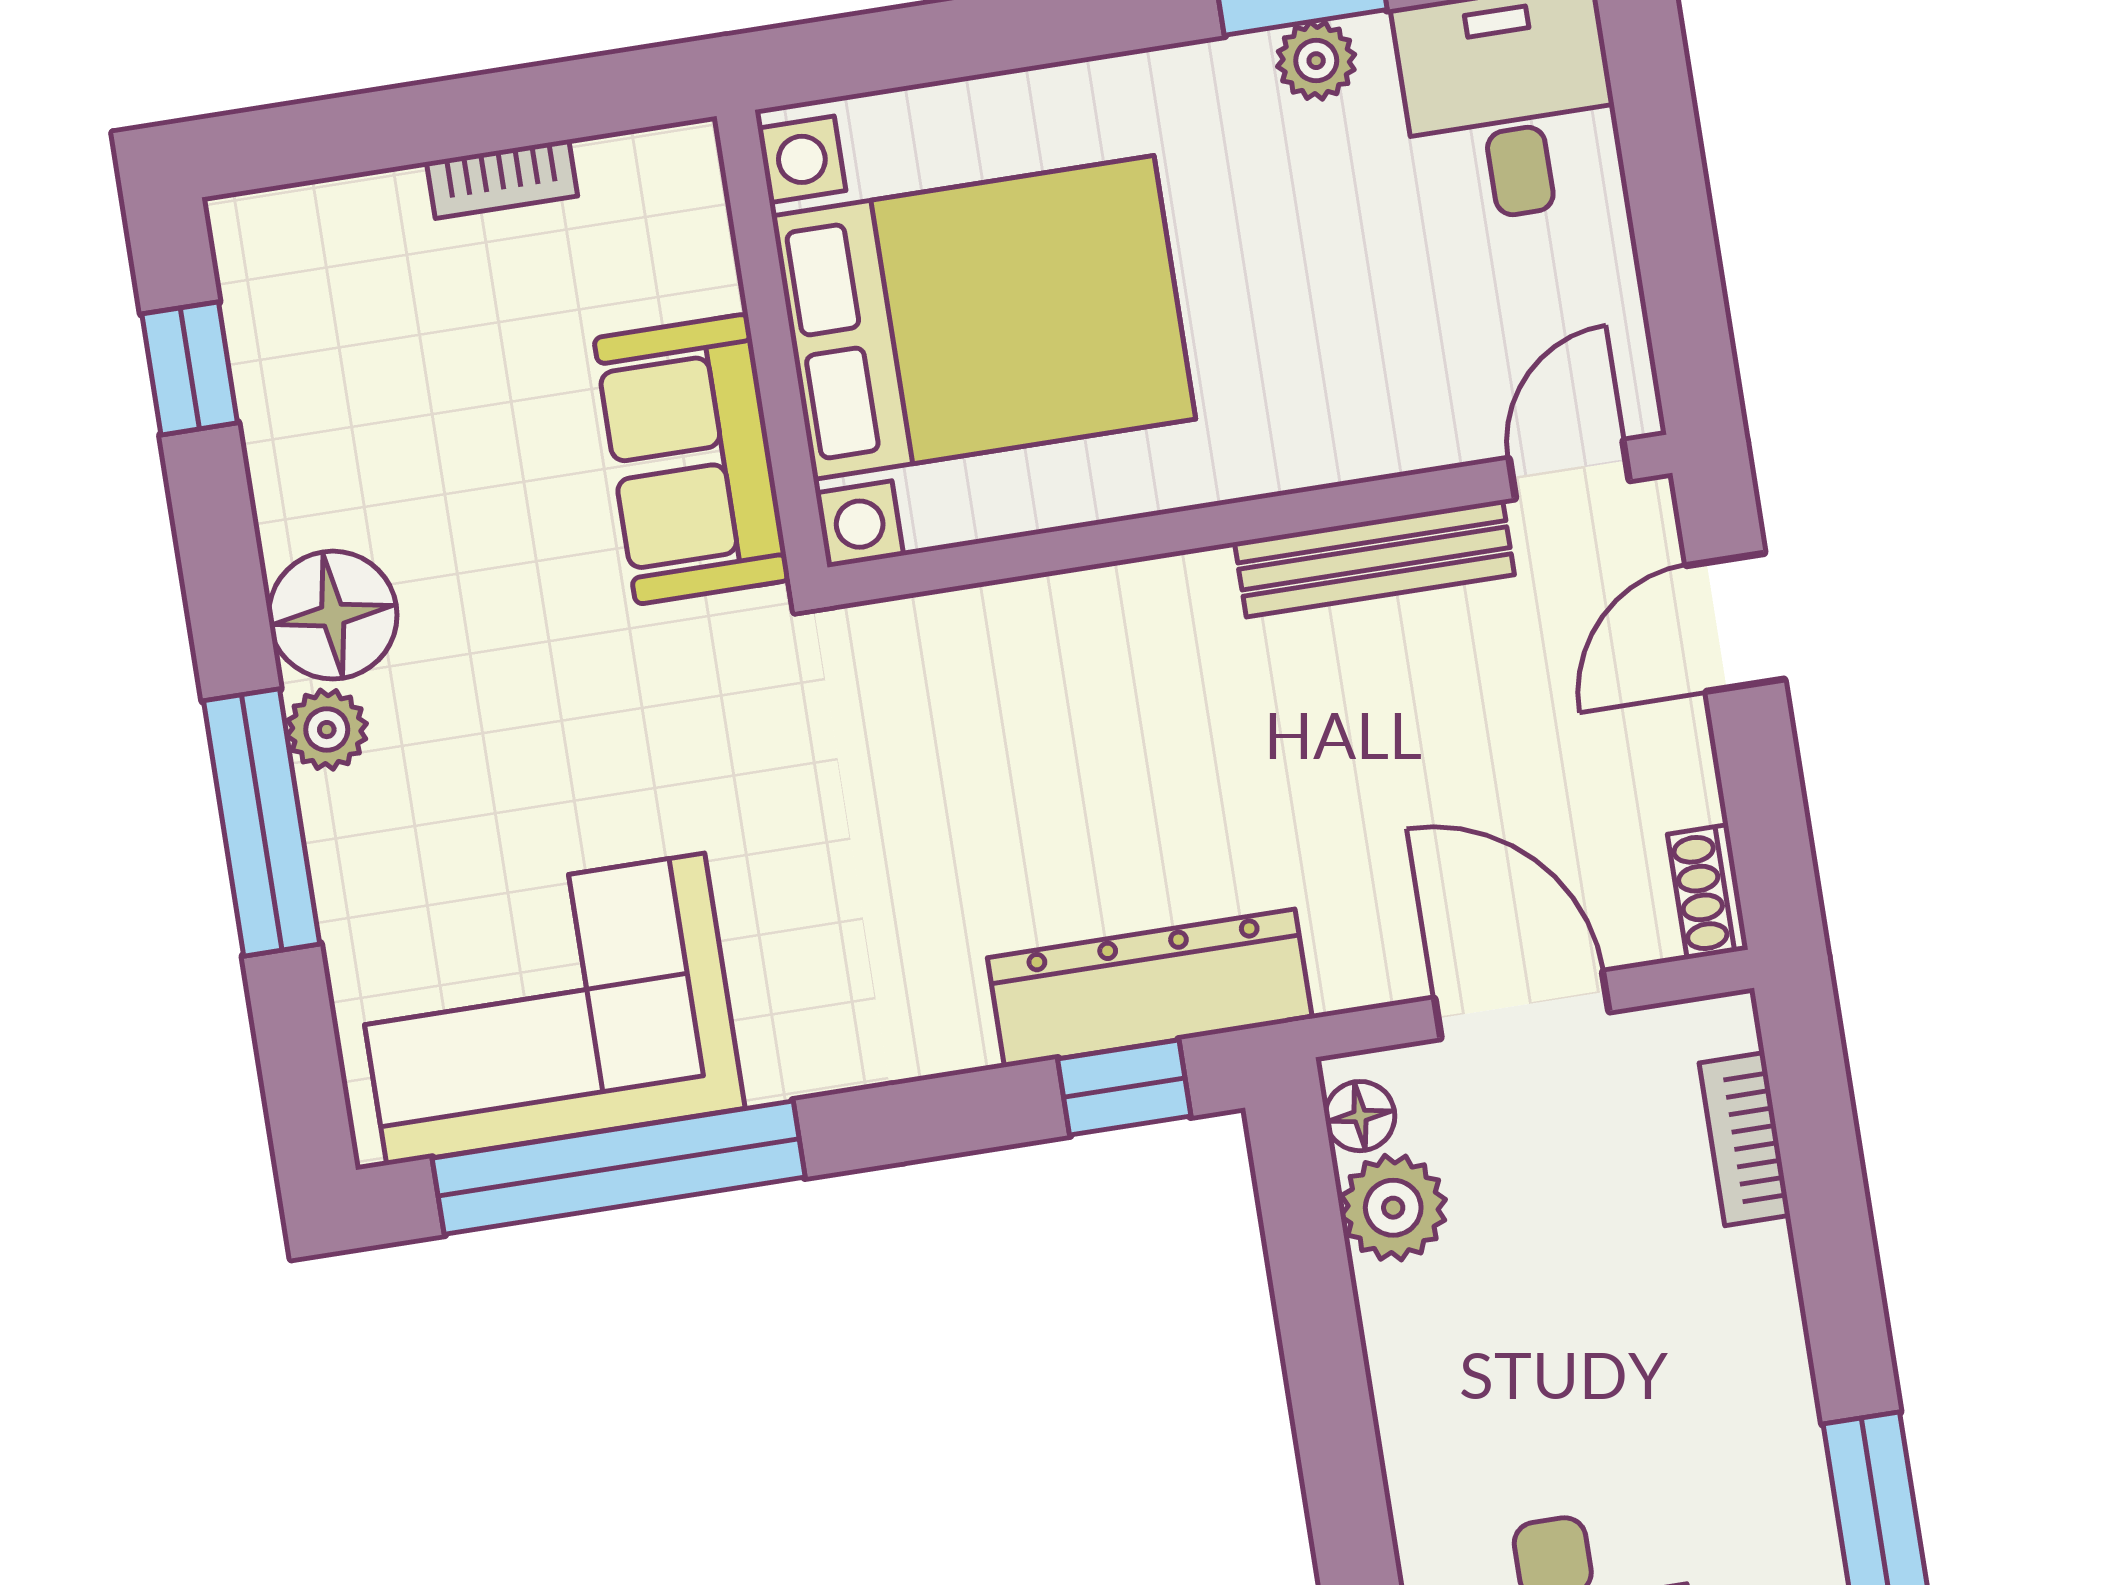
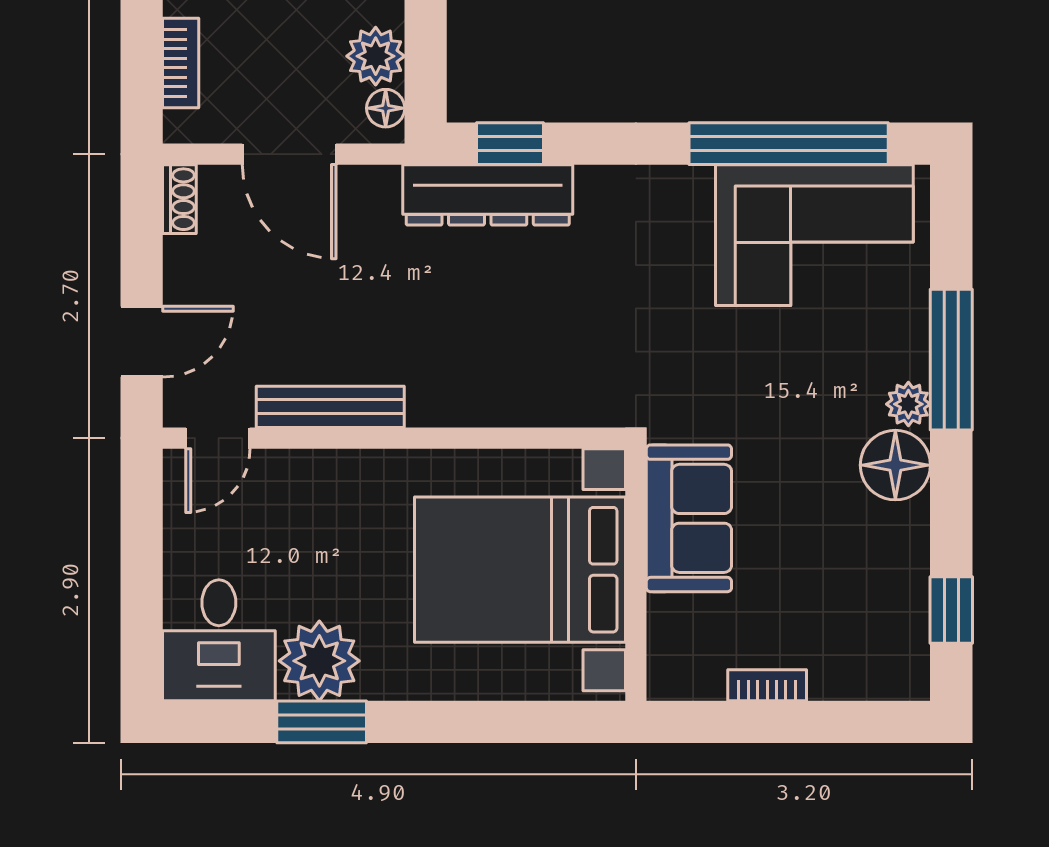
plant: (1316, 61) -> (319, 661), width x1.87, depth x1.87

